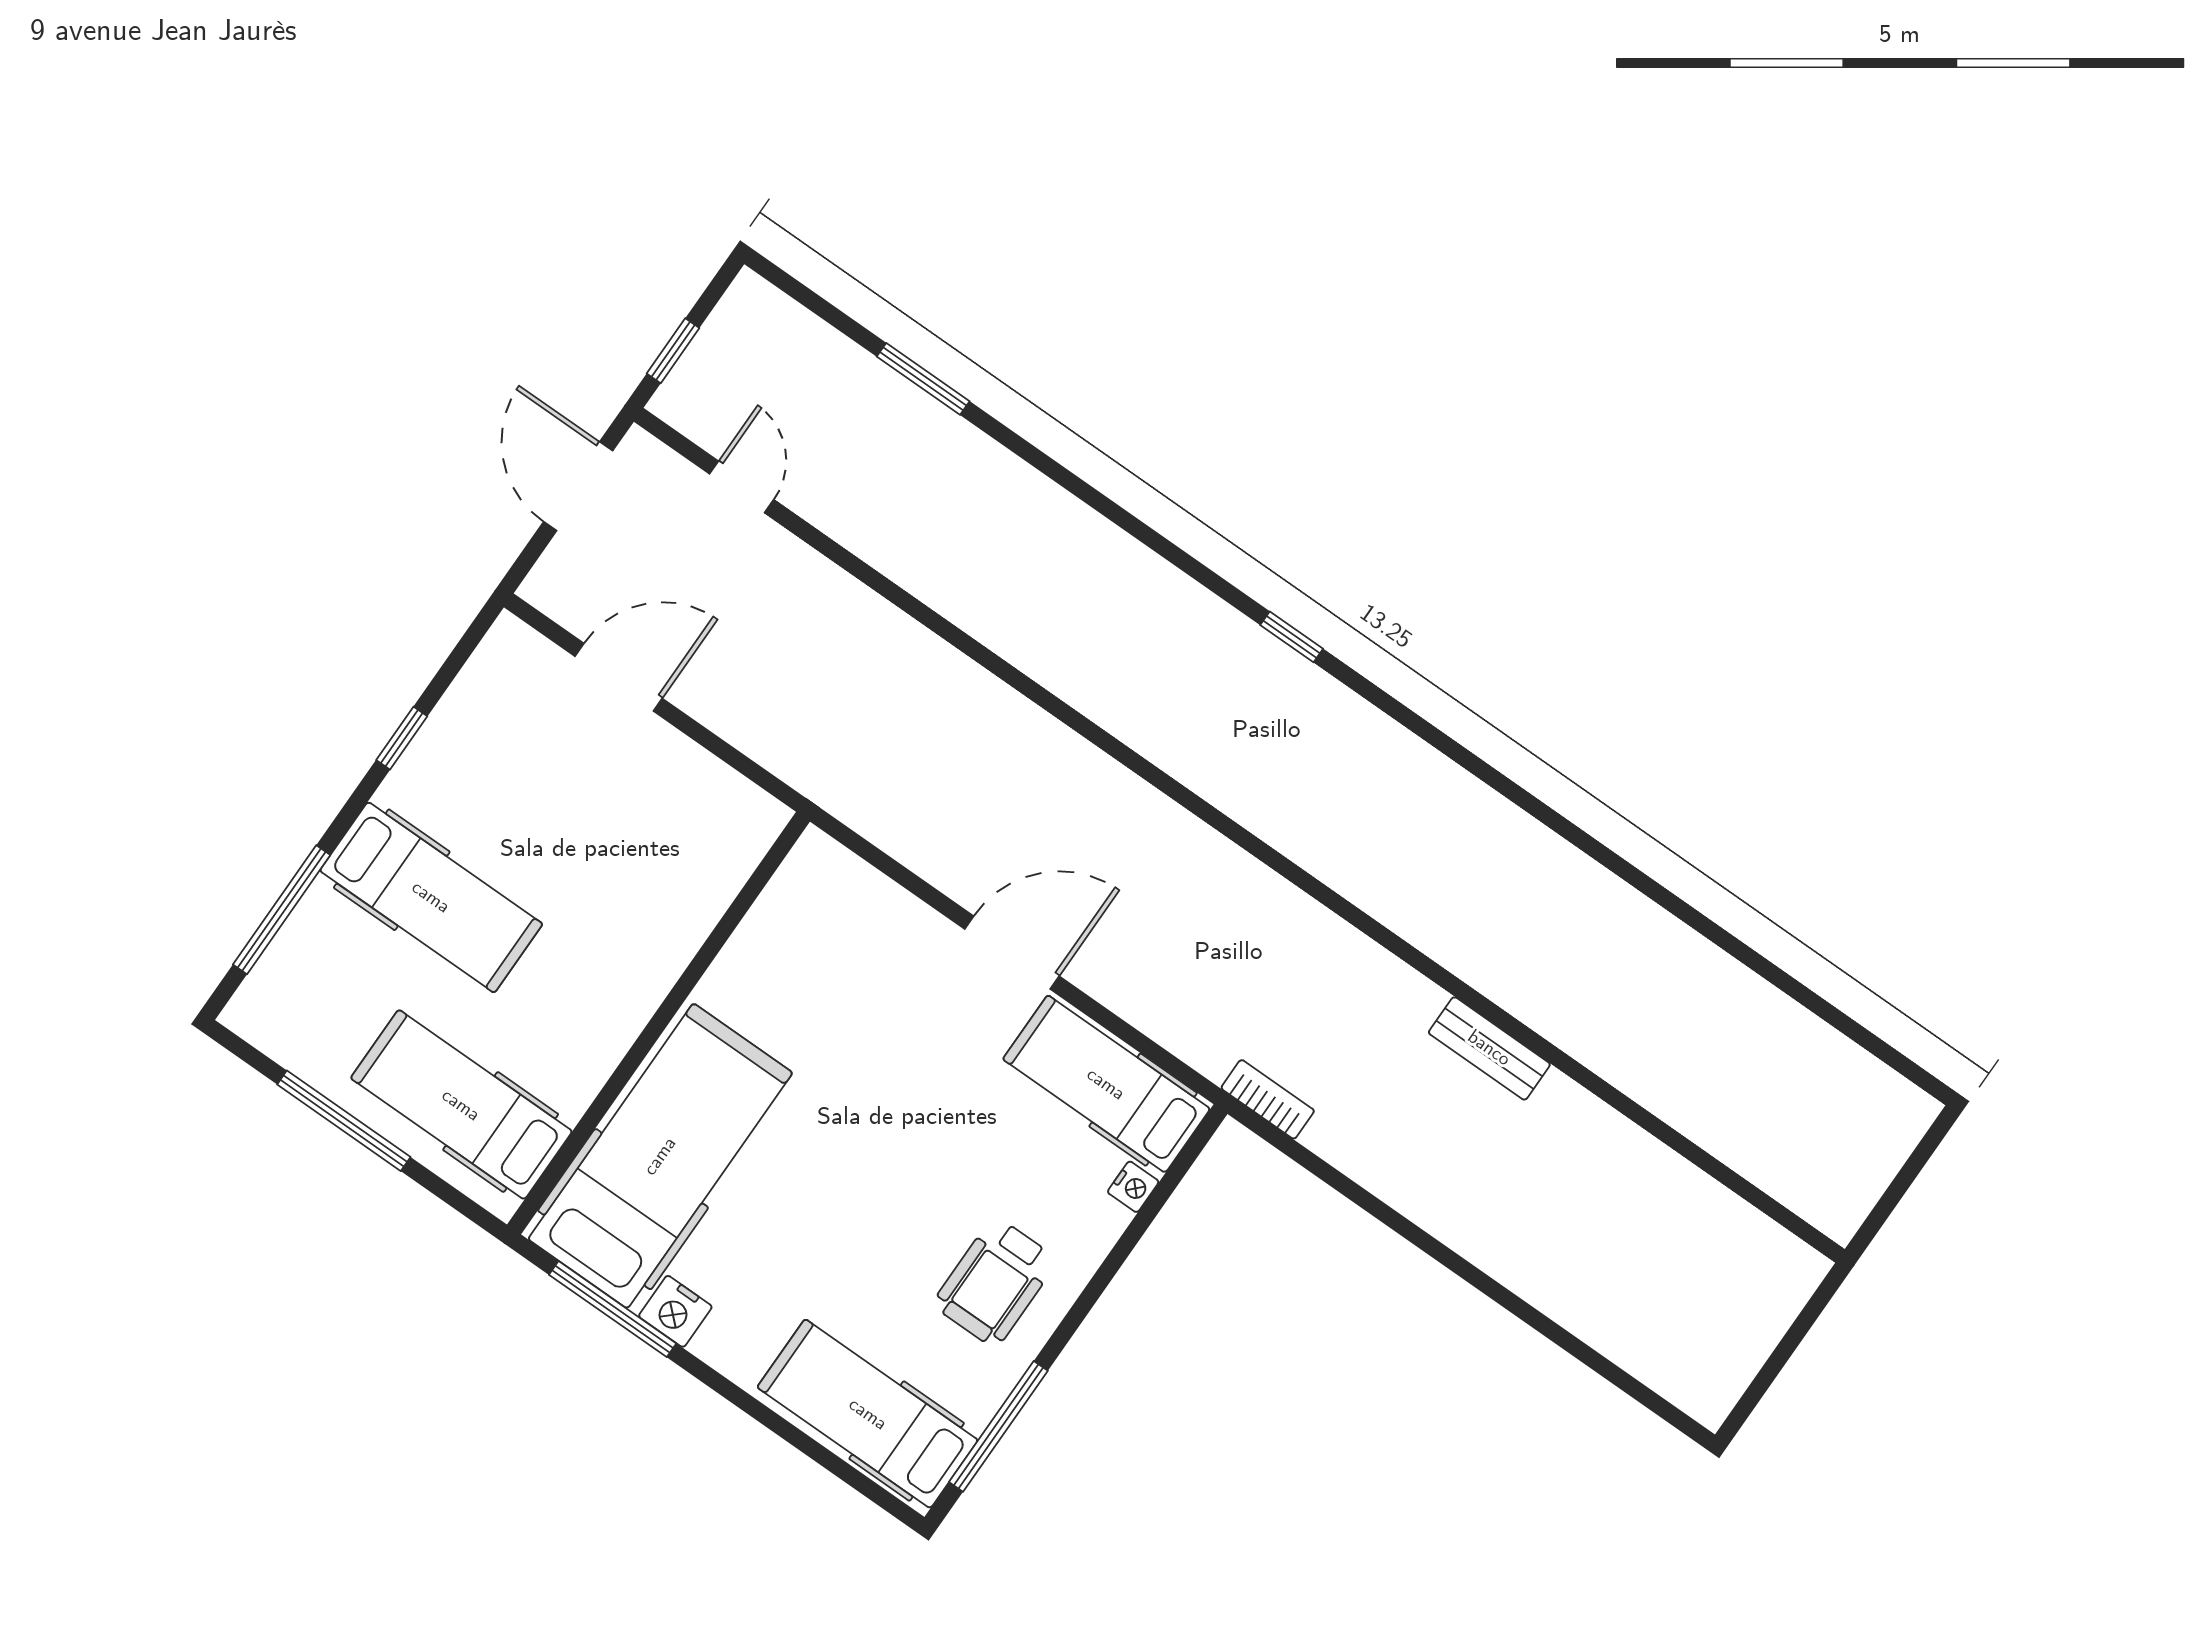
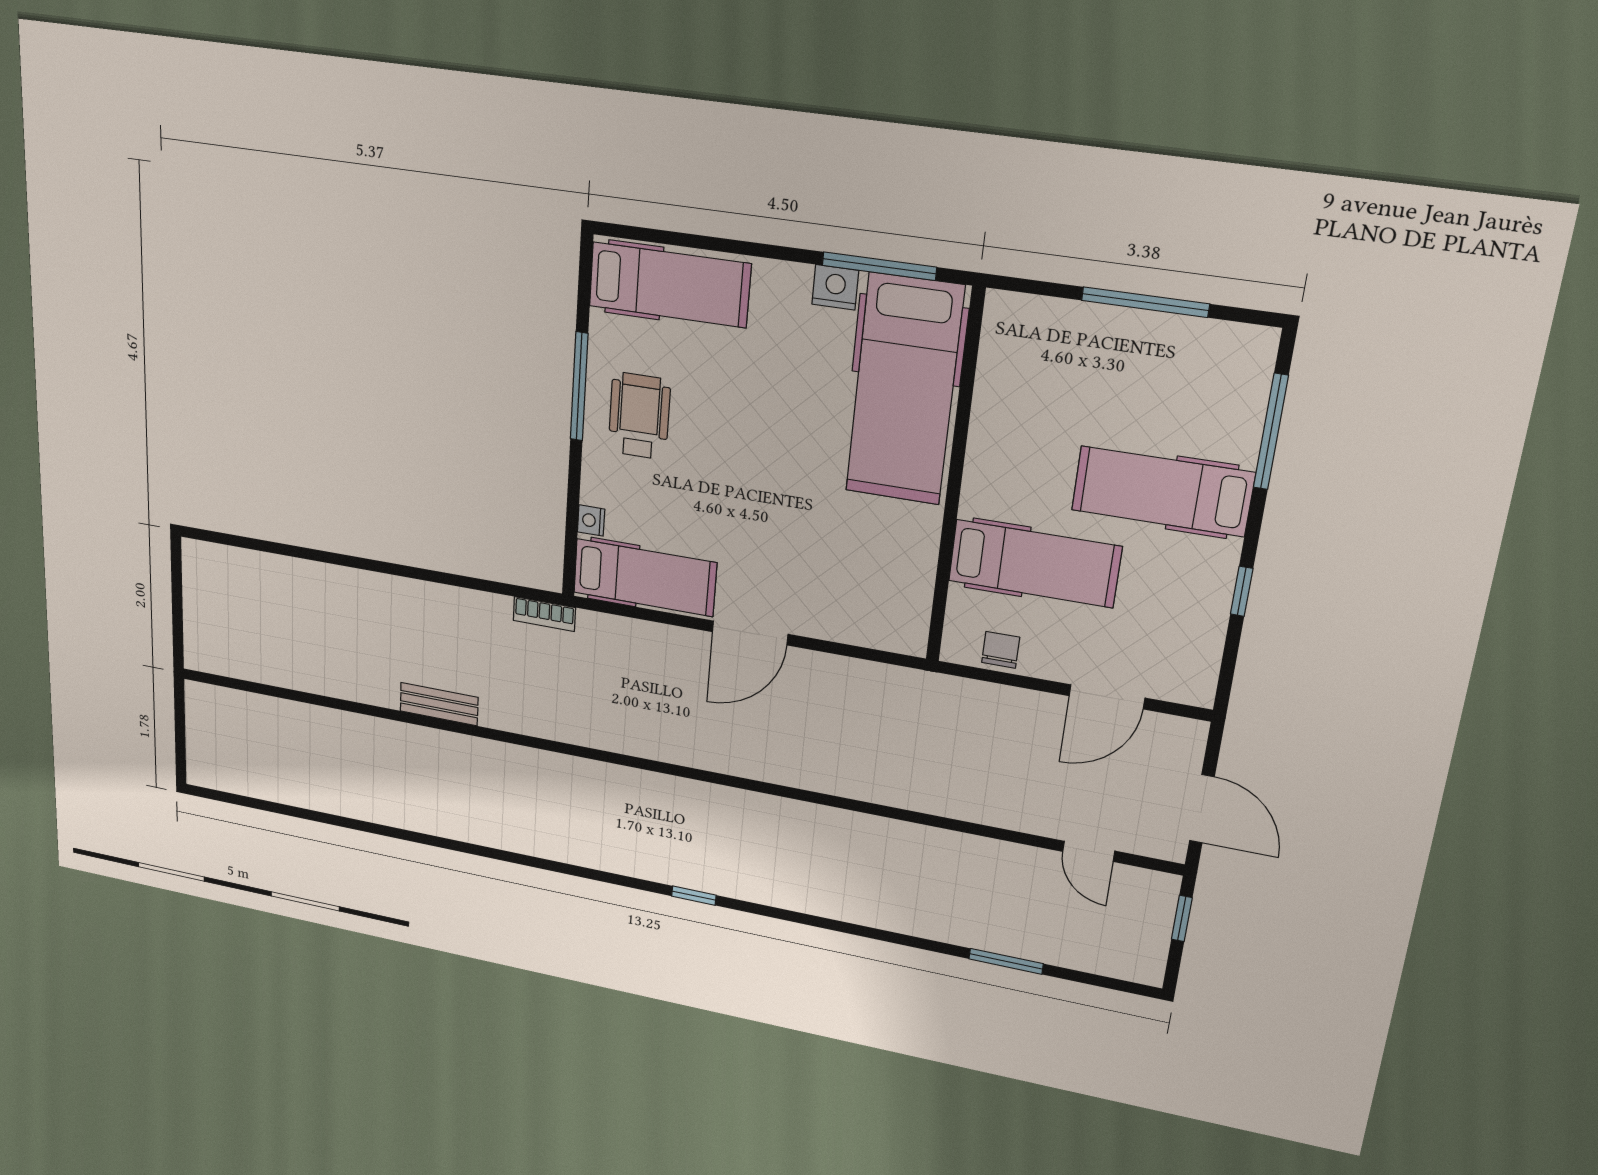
chair: (714, 792) -> (1001, 650), added
hospital bed: (461, 1105) -> (1034, 564), moved
window: (998, 1426) -> (579, 387), moved

